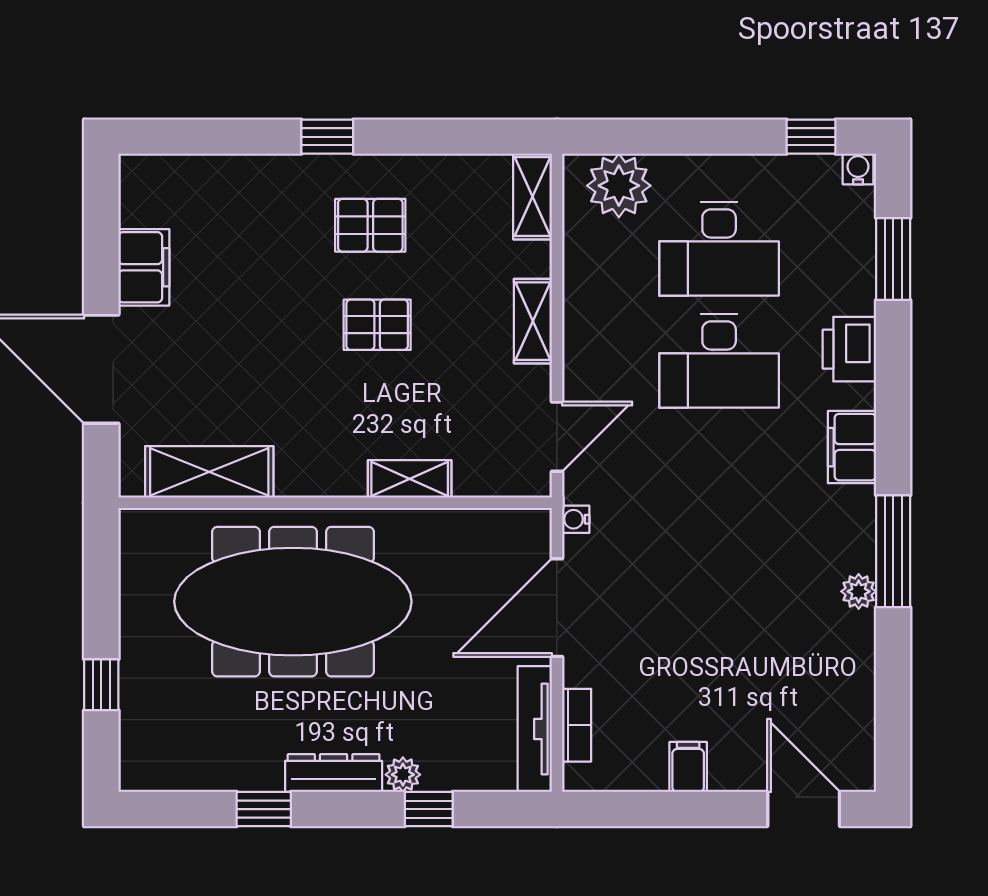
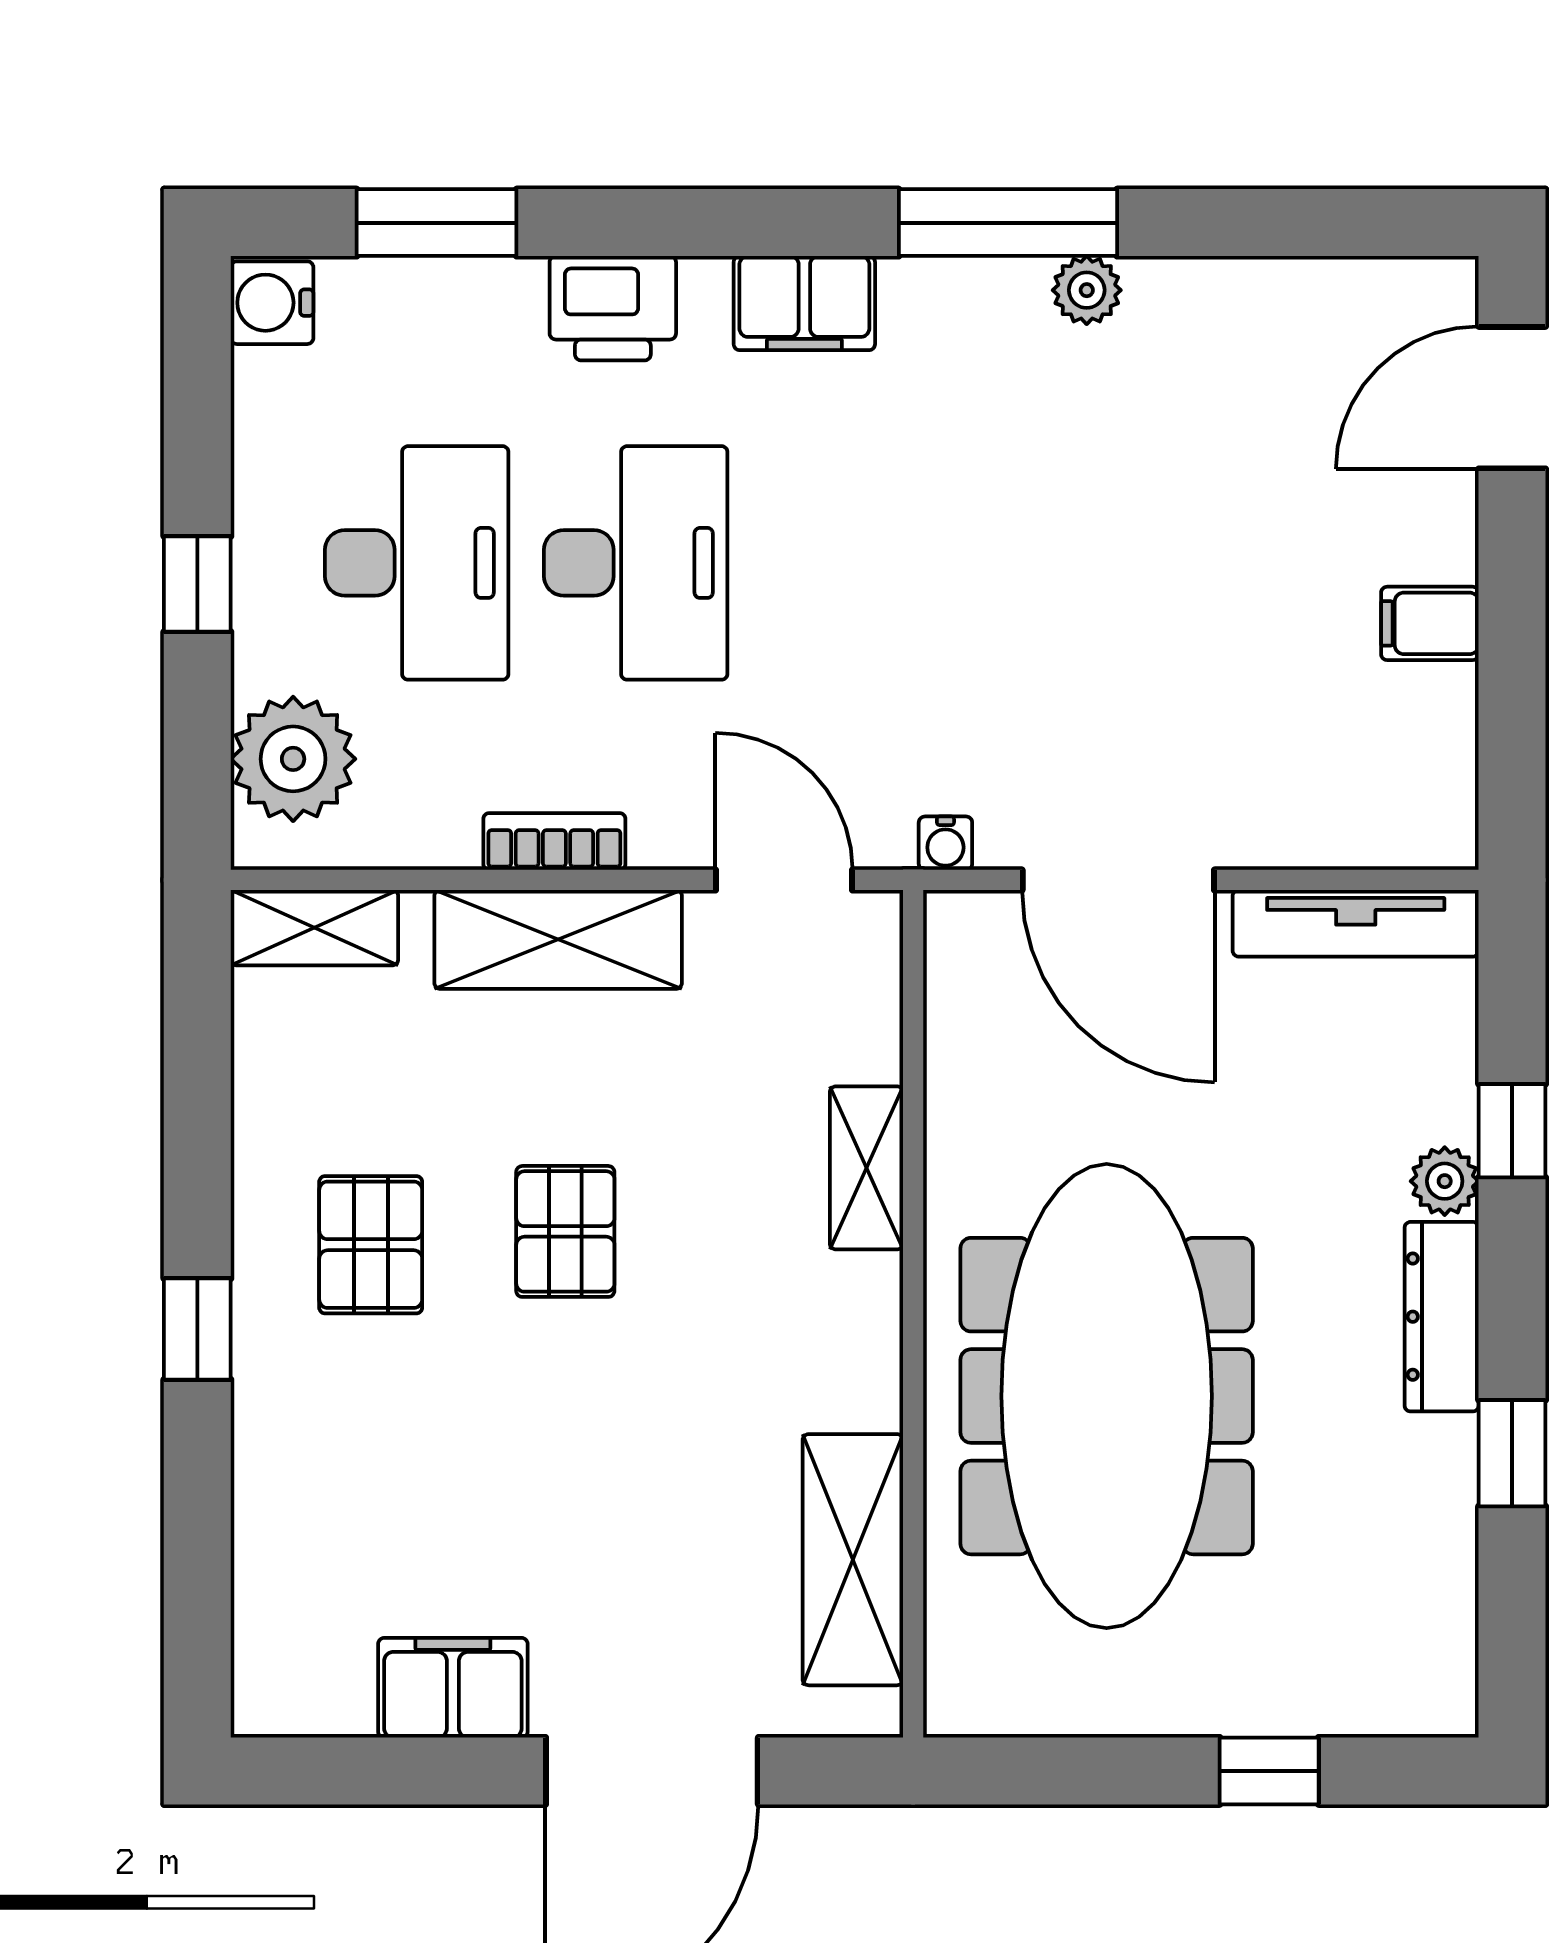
window: (811, 137) -> (197, 584), moved
water cooler: (858, 169) -> (272, 303), width x1.38, depth x1.38
shelving: (533, 321) -> (558, 939), width x1.50, depth x1.33
bookcase: (577, 725) -> (554, 842), moved

